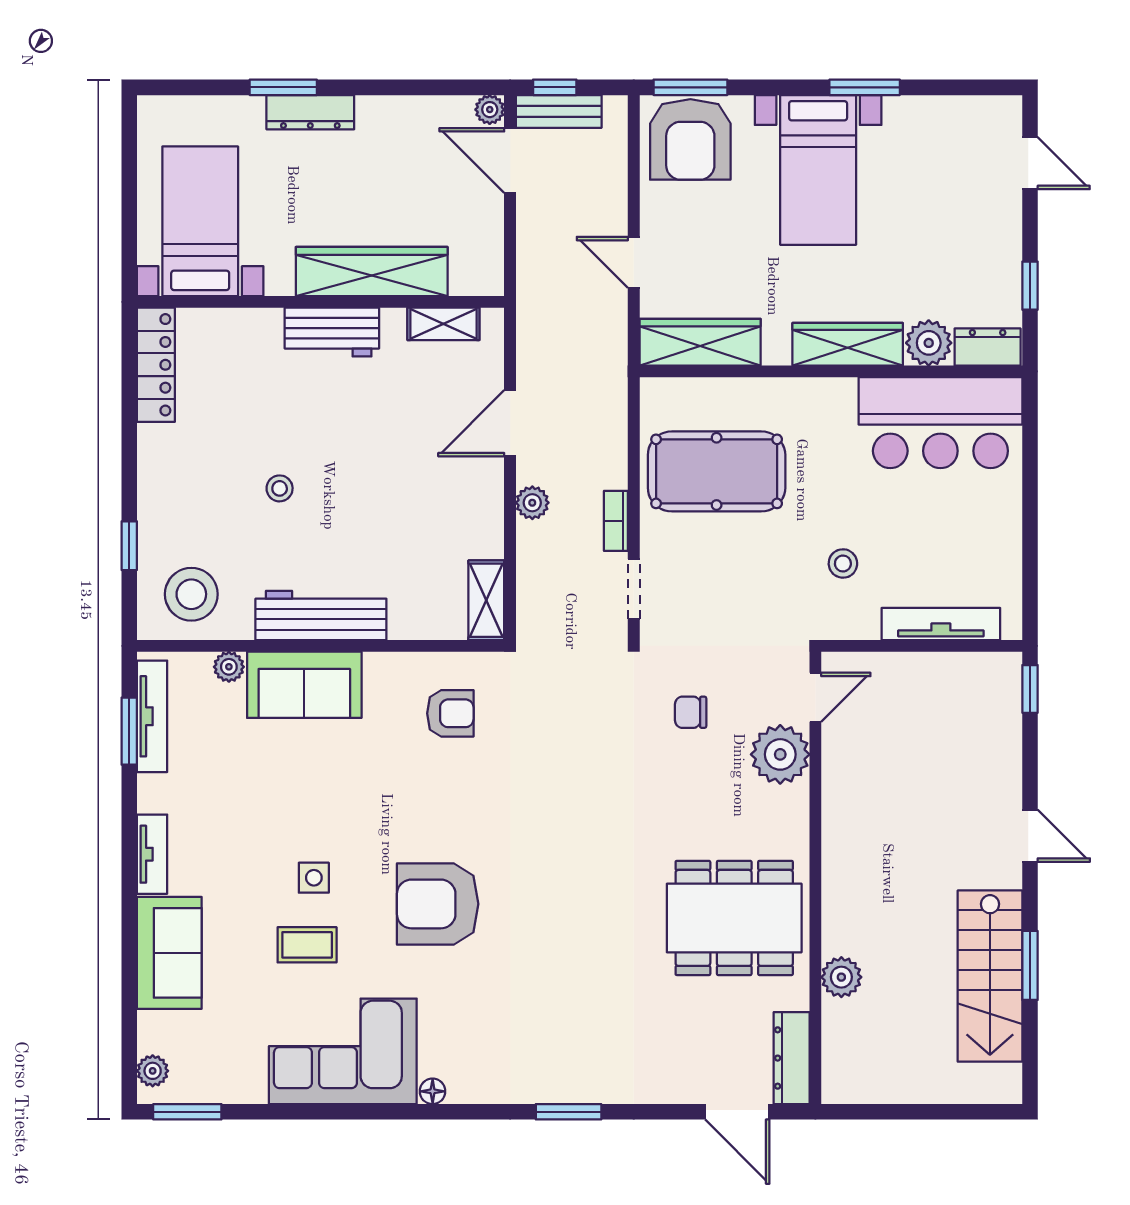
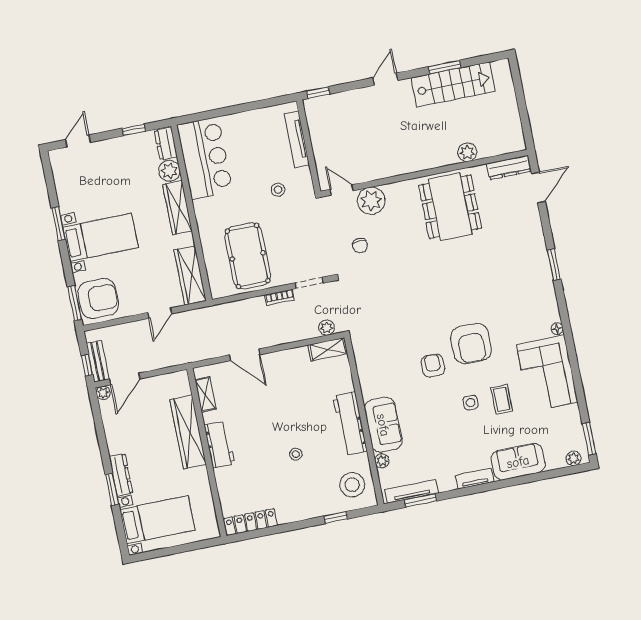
bed with nightstands: (200, 221) -> (157, 520), moved, turned 180
plant: (532, 503) -> (327, 328), moved
armchair: (450, 713) -> (433, 366), moved

